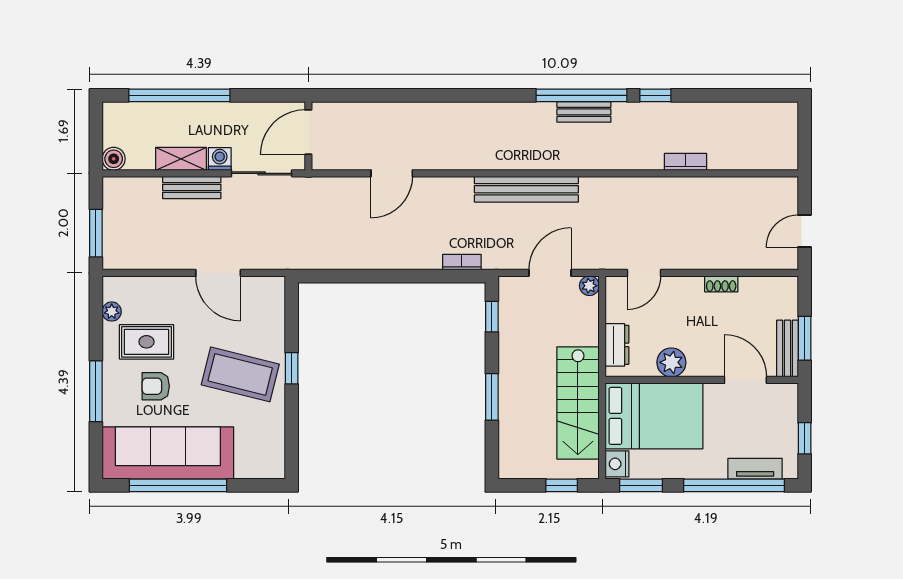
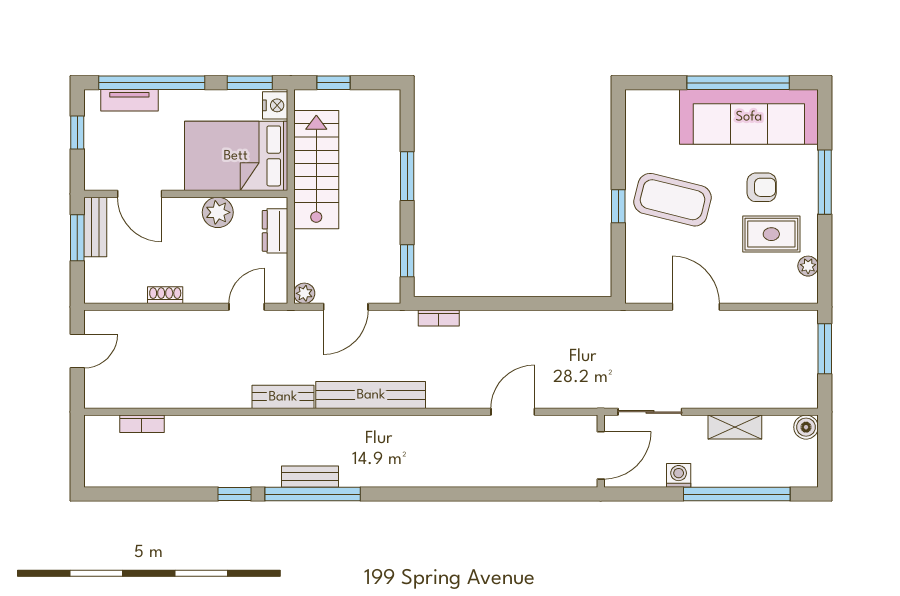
washing machine: (220, 159) -> (679, 475), moved, turned 180
bookcase: (686, 162) -> (142, 424), moved
bench: (192, 187) -> (283, 397), moved

